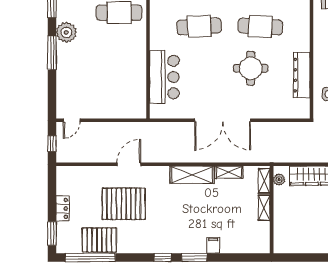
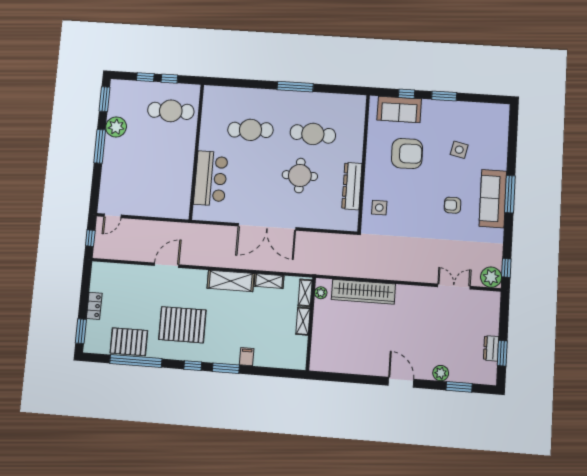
pallet: (124, 204) -> (182, 325), moved
window: (90, 258) -> (136, 361), moved

